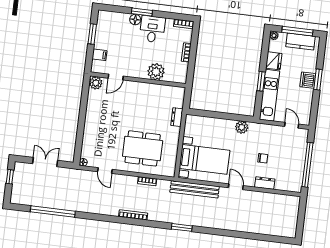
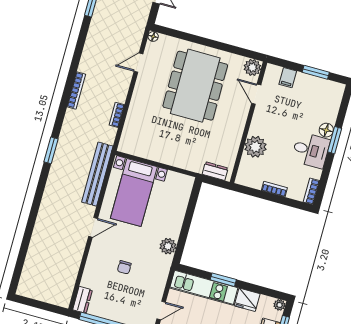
dresser: (177, 117) -> (215, 171), moved
dining table: (143, 148) -> (195, 86), moved, width x1.36, depth x1.24
dresser: (265, 183) -> (83, 300), moved

